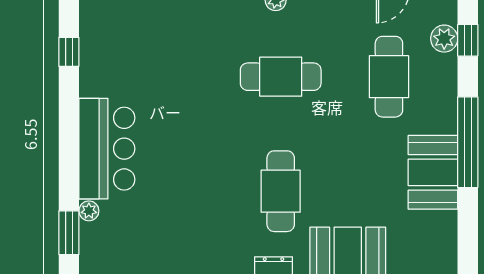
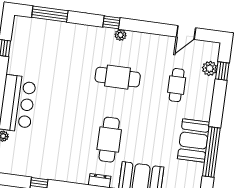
cafe table: (389, 77) -> (177, 85), width x0.73, depth x0.74
window: (468, 142) -> (211, 152), moved

